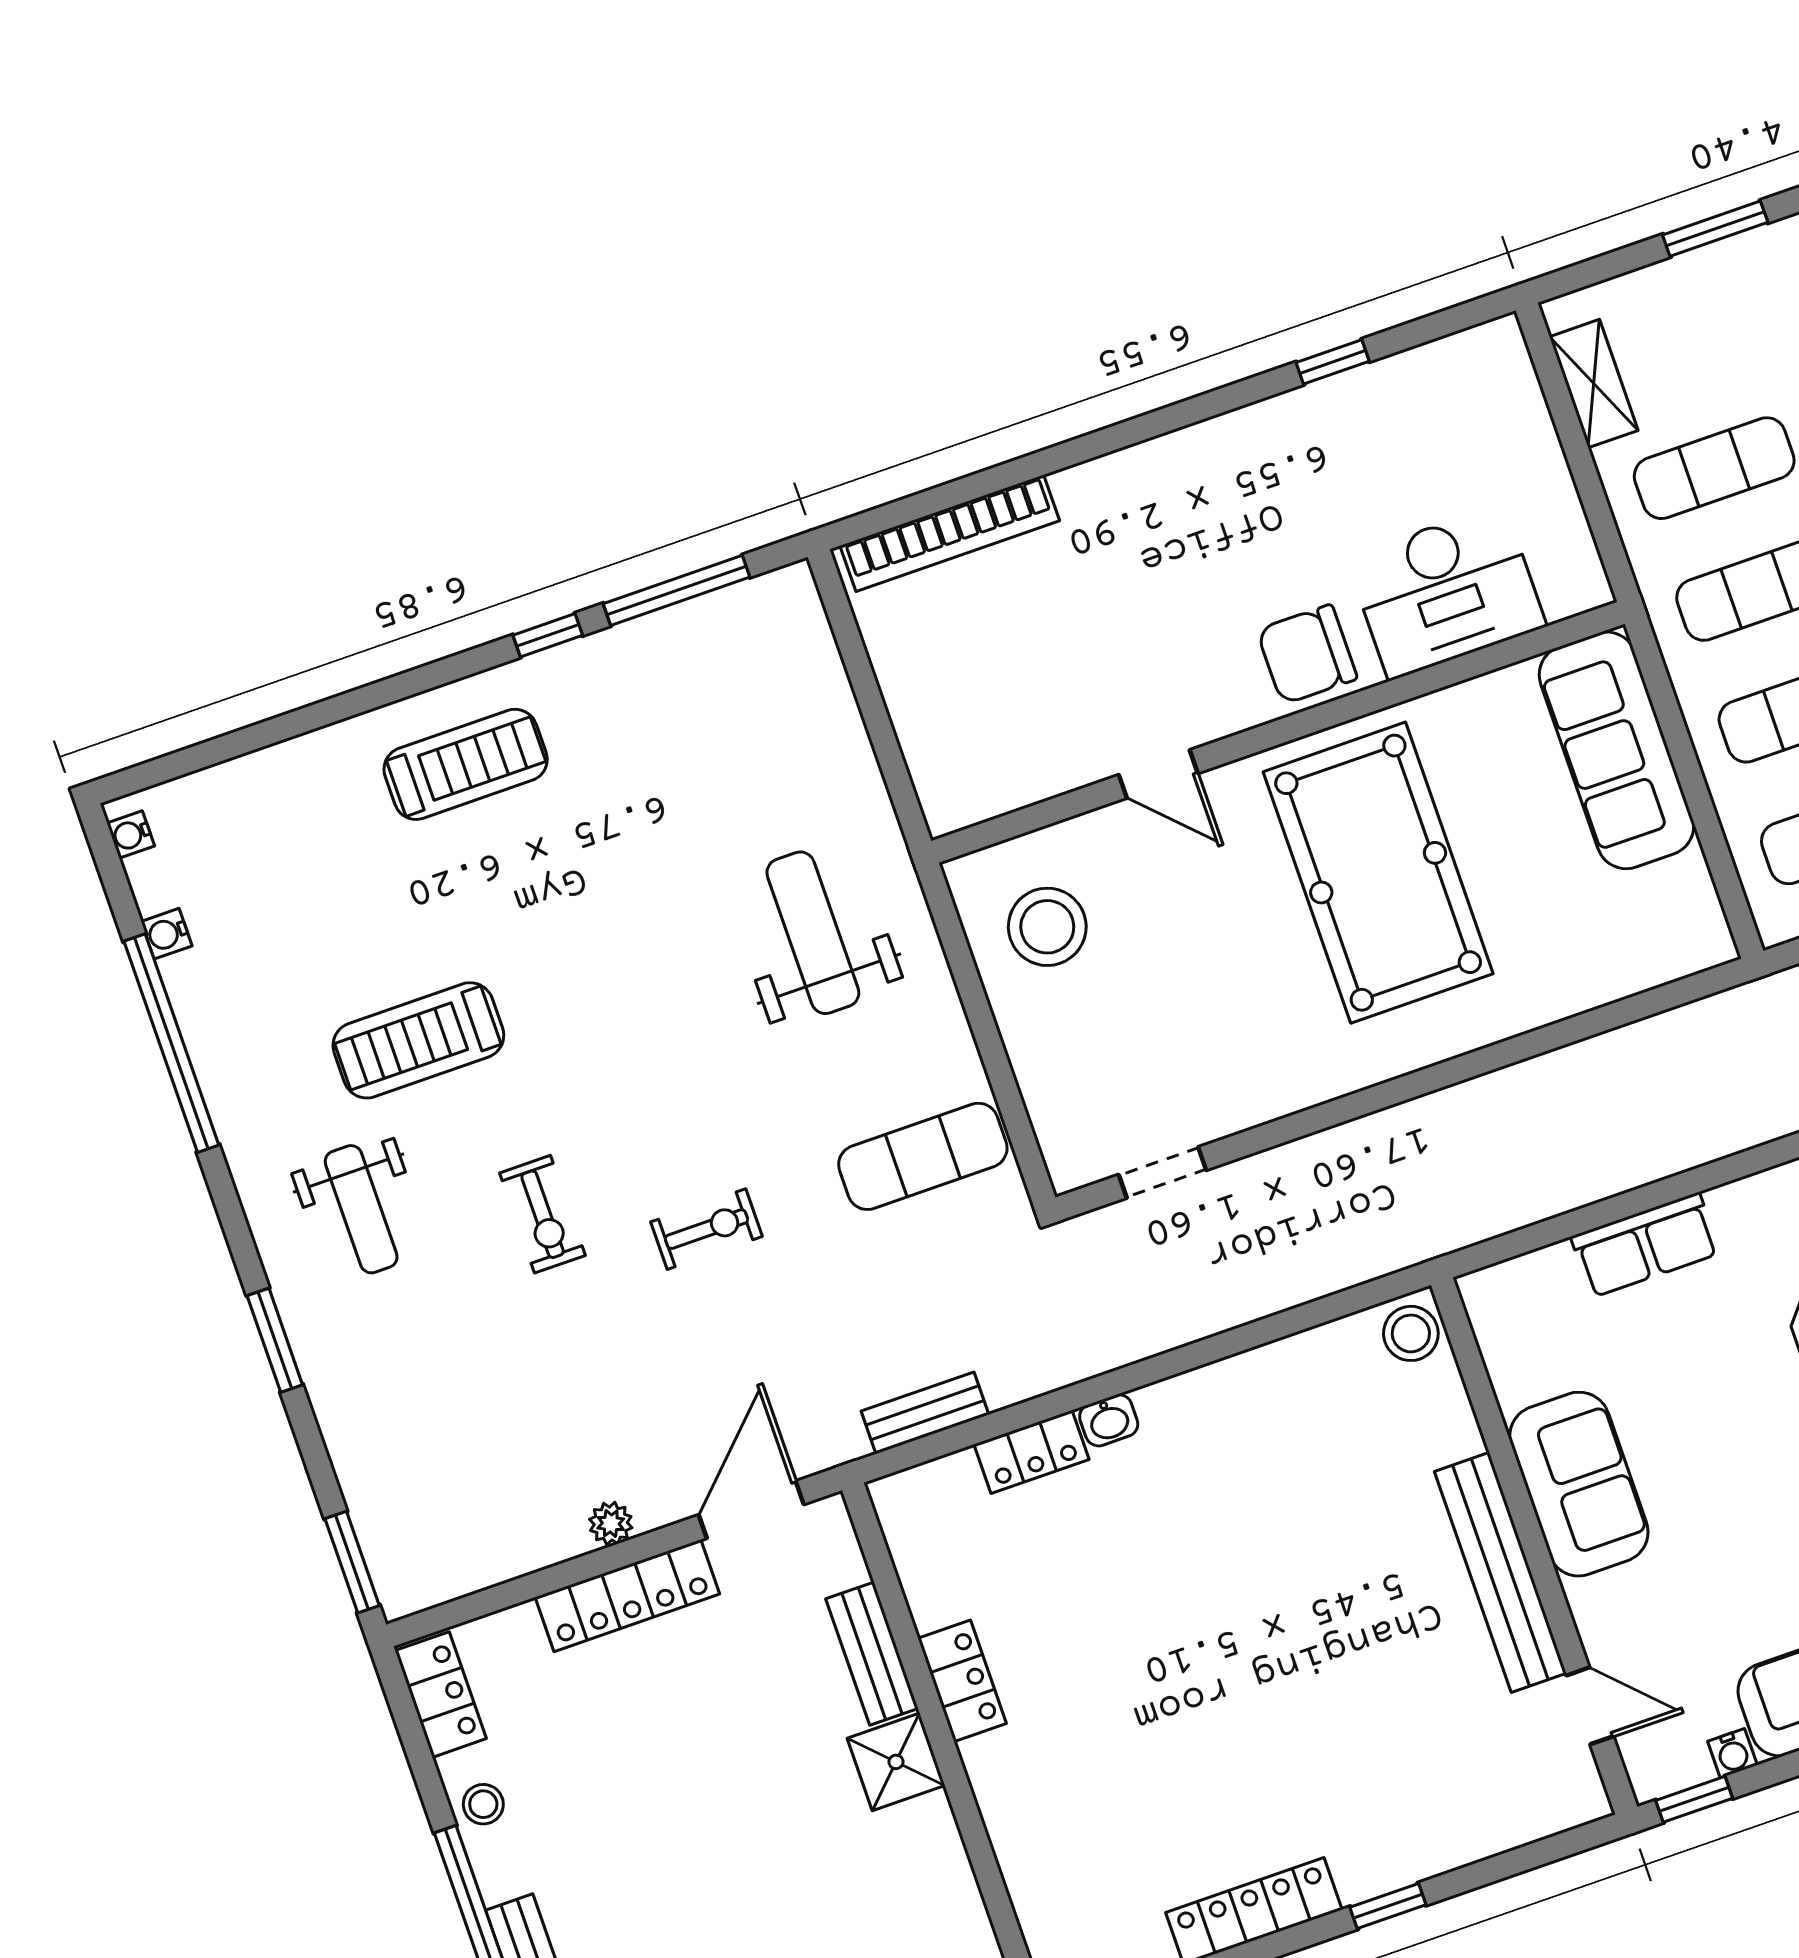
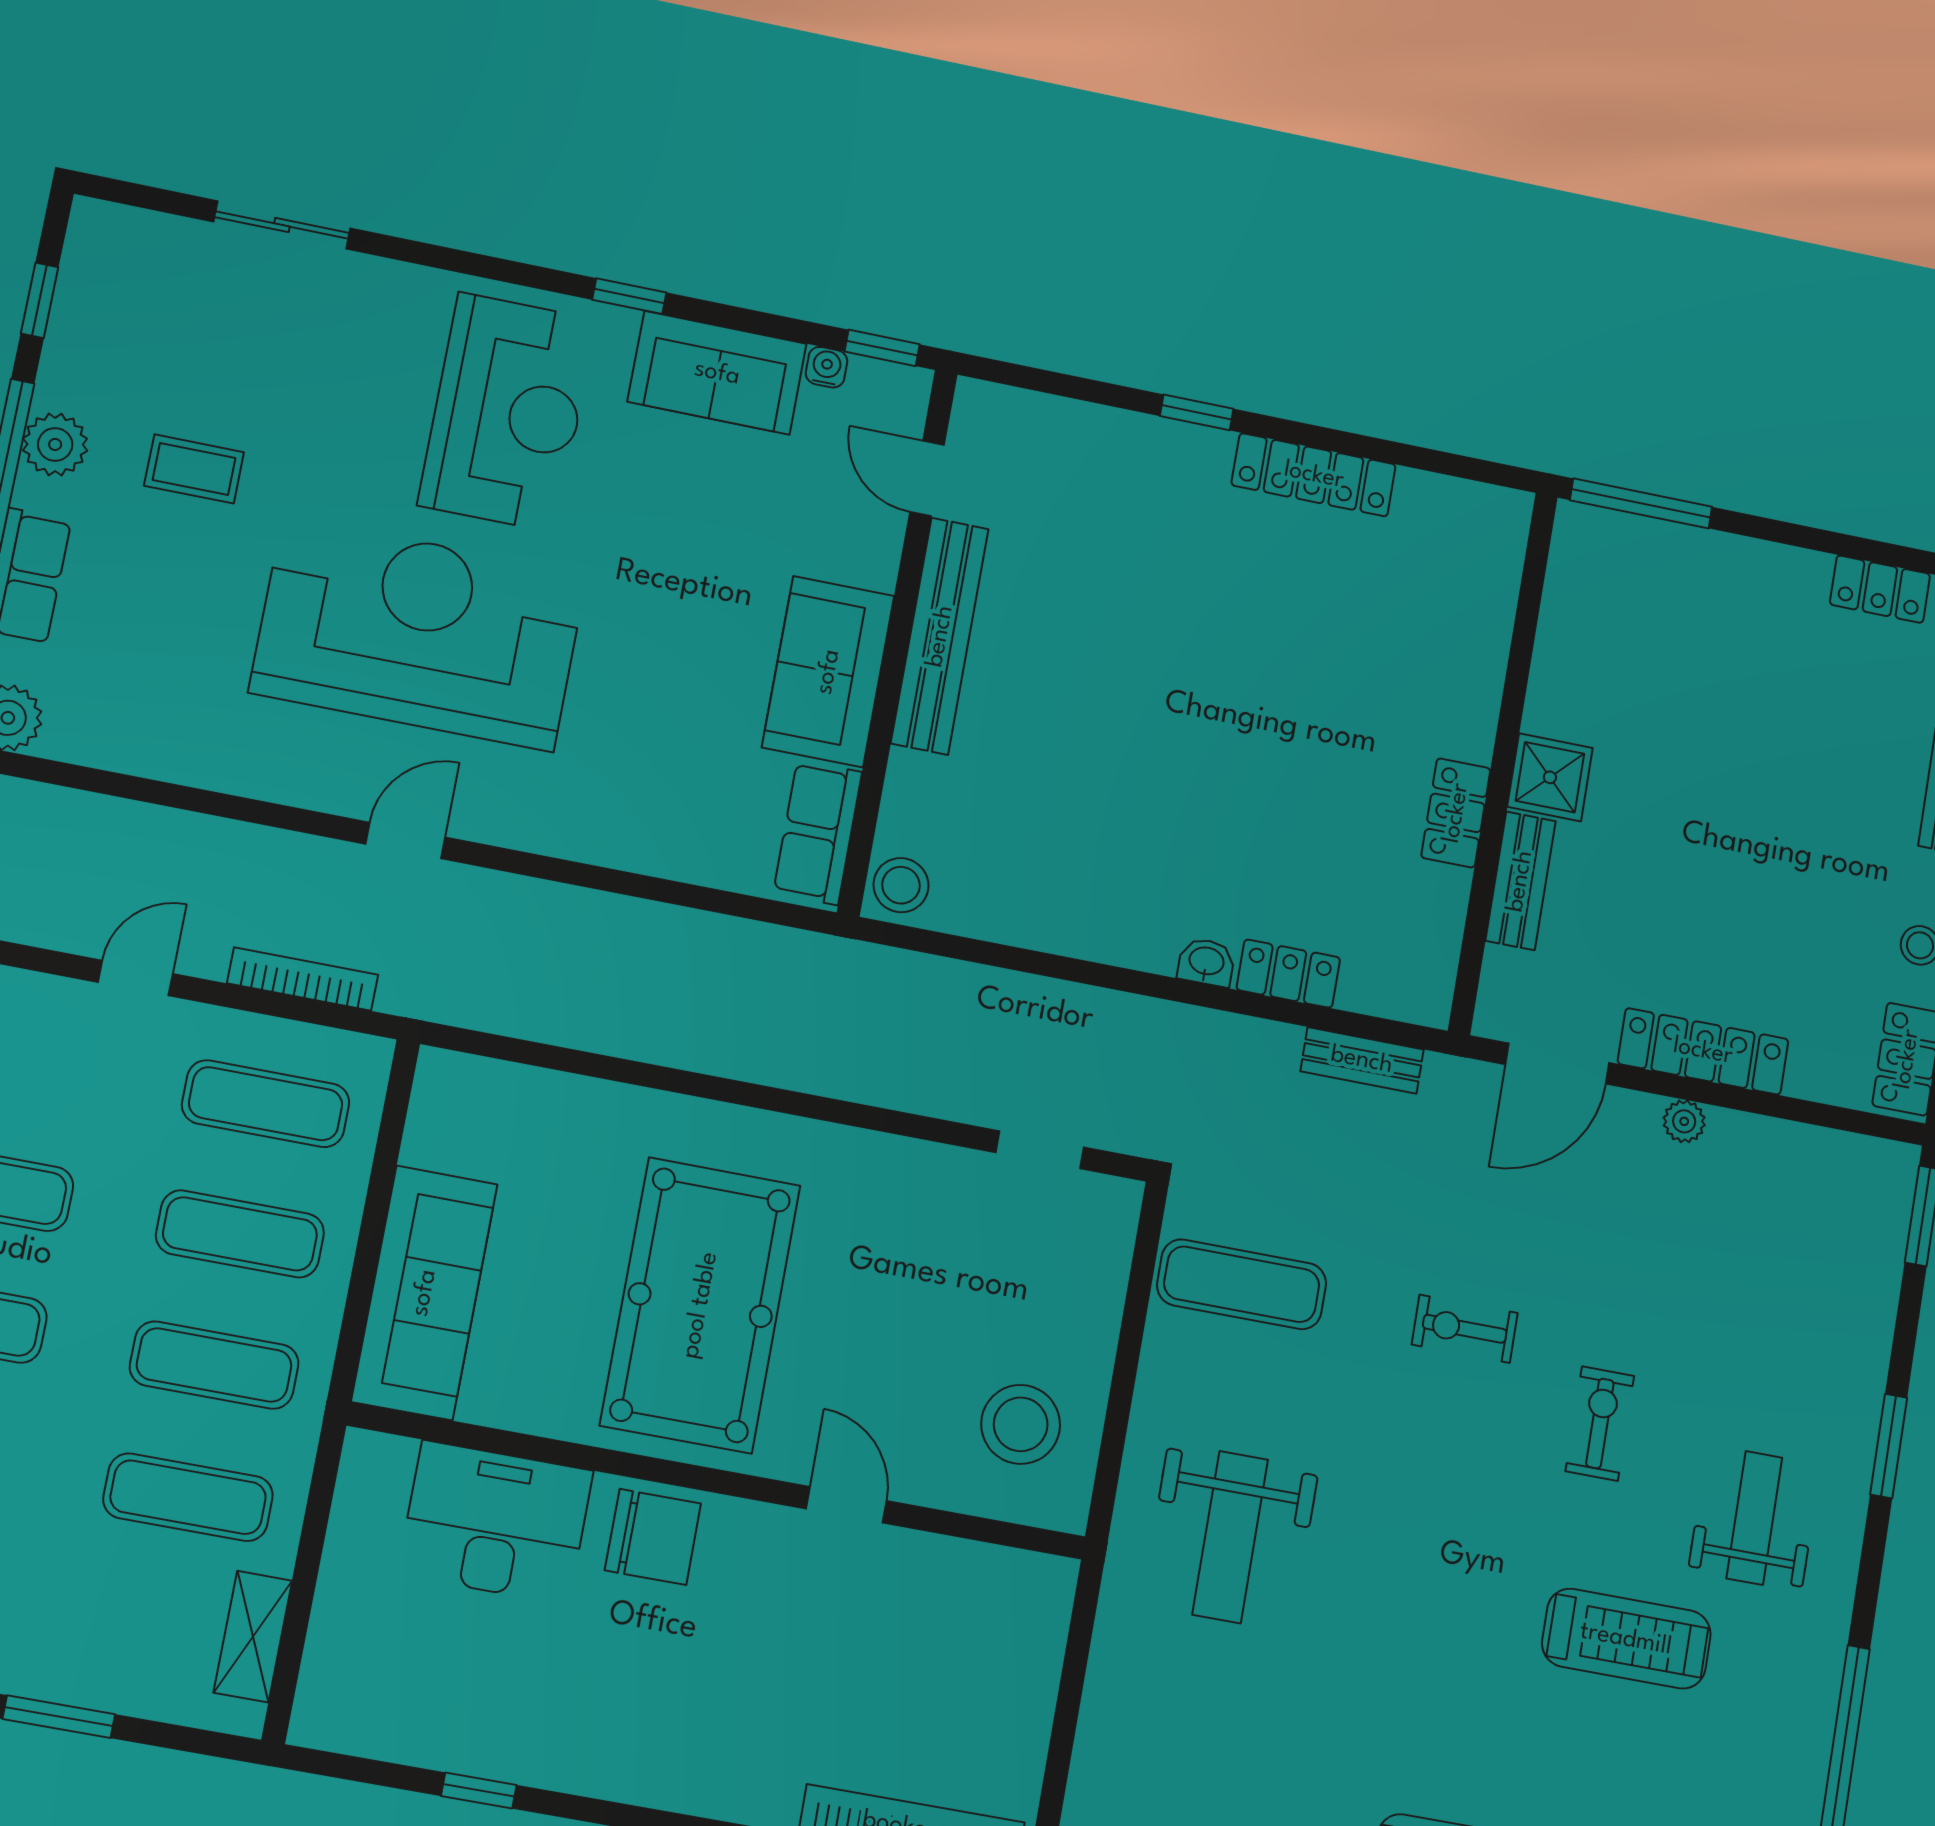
row of seats: (1645, 1245) -> (818, 832), moved, turned -90

